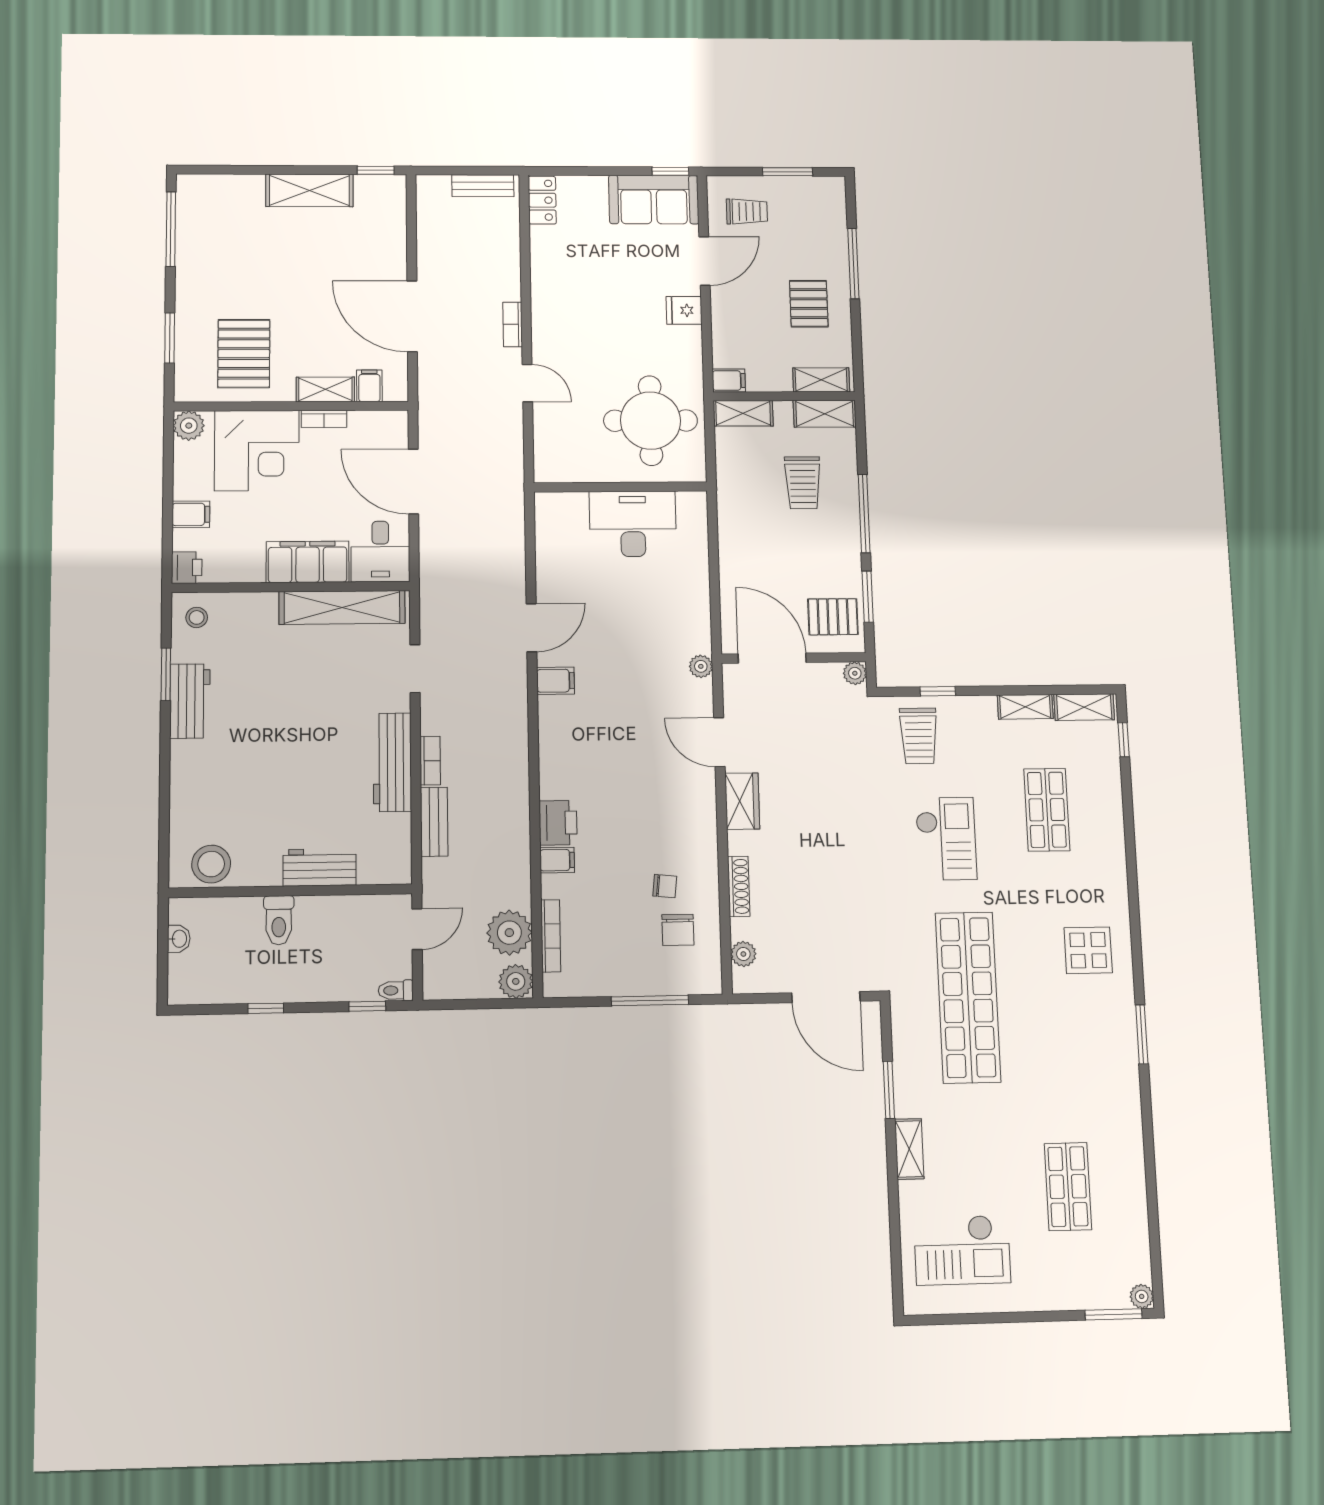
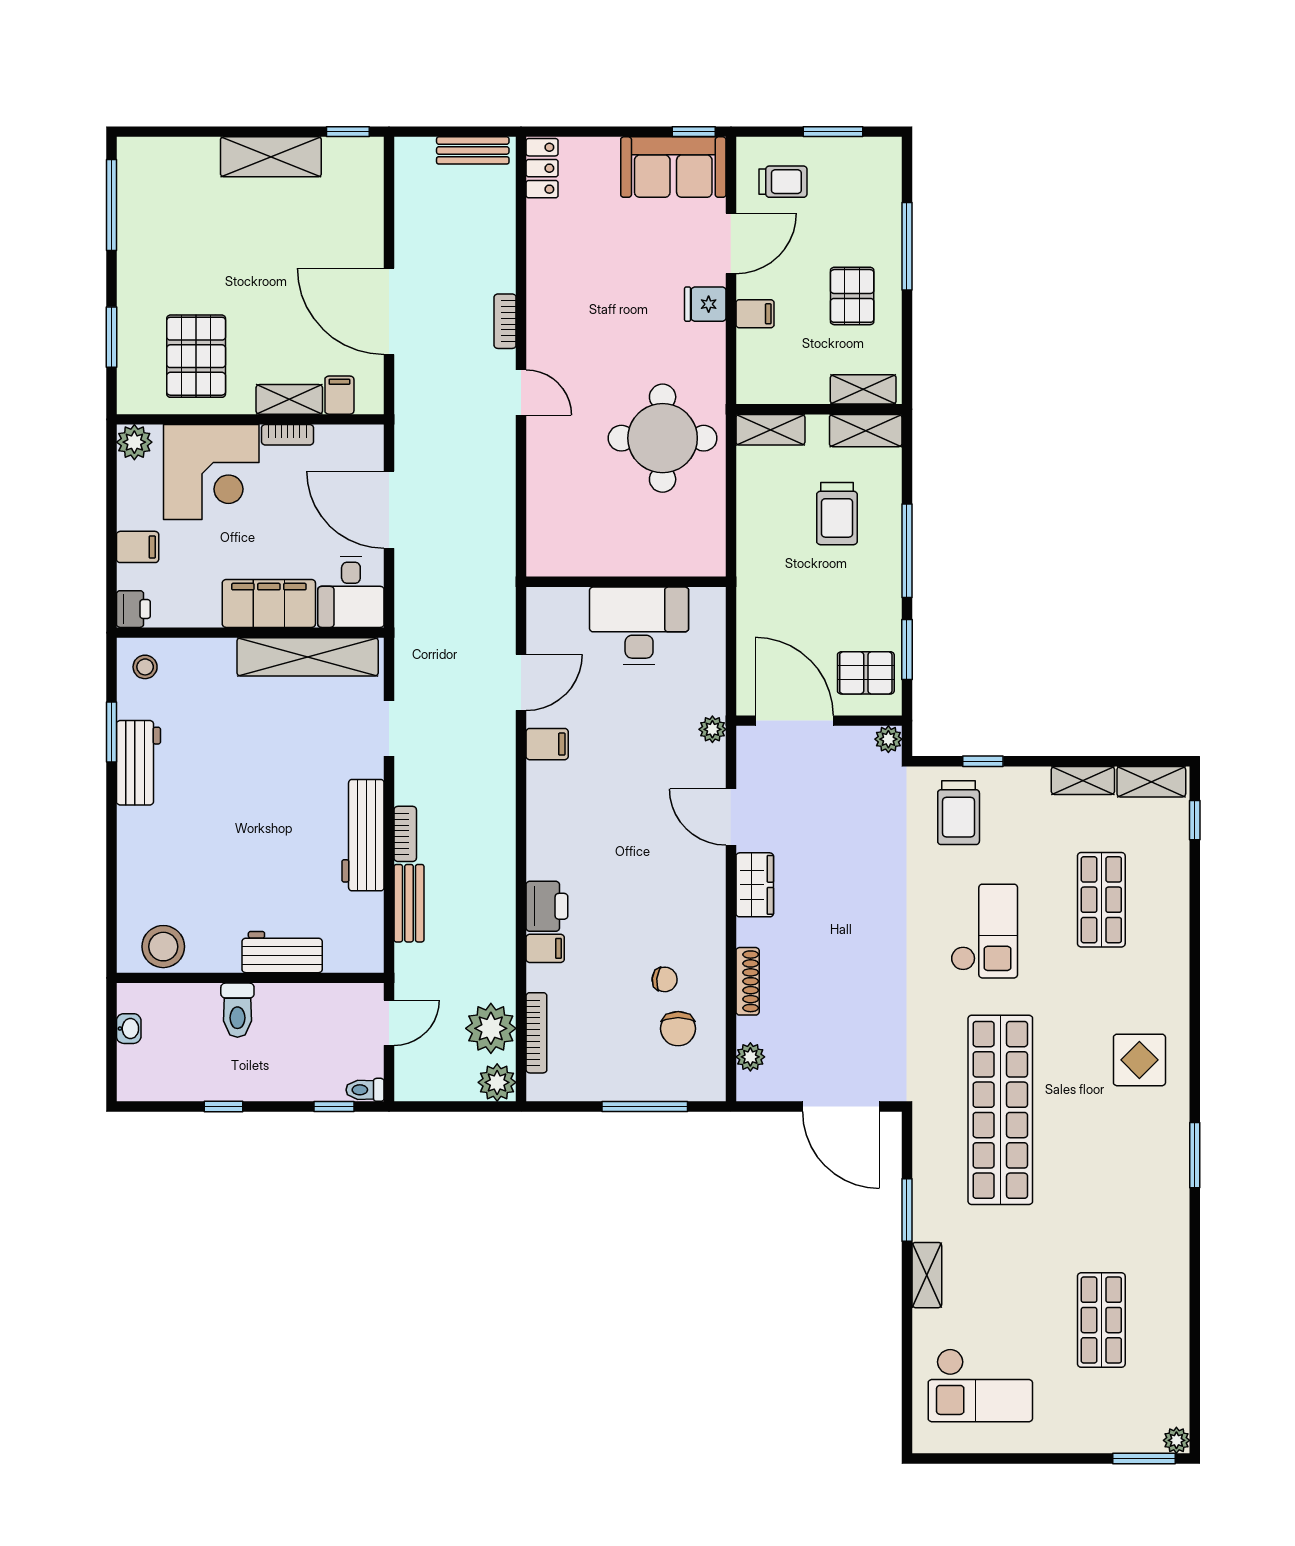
filing cabinet: (729, 380) -> (755, 314), moved
wall: (621, 487) -> (626, 582), moved
desk: (633, 524) -> (639, 626), moved

